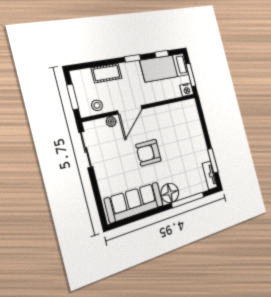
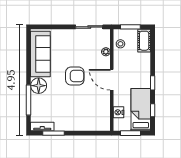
cot: (107, 73) -> (144, 41), moved
nightstand: (187, 90) -> (119, 112), moved
door: (130, 110) -> (112, 80), moved
armchair: (148, 153) -> (75, 76), turned 90

